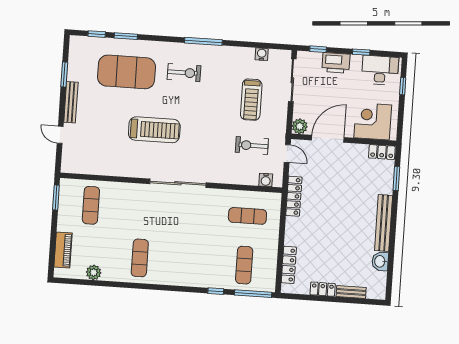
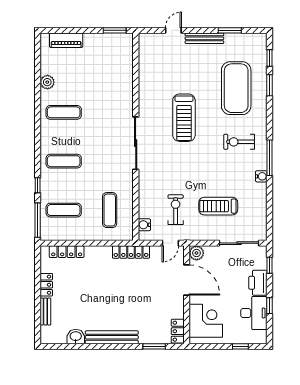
water cooler: (262, 54) -> (261, 176), moved
desk: (380, 70) -> (254, 313), moved
exercise bike: (184, 73) -> (239, 142), turned 90
exercise mat: (91, 205) -> (64, 161), moved
plant: (94, 272) -> (47, 82), moved

